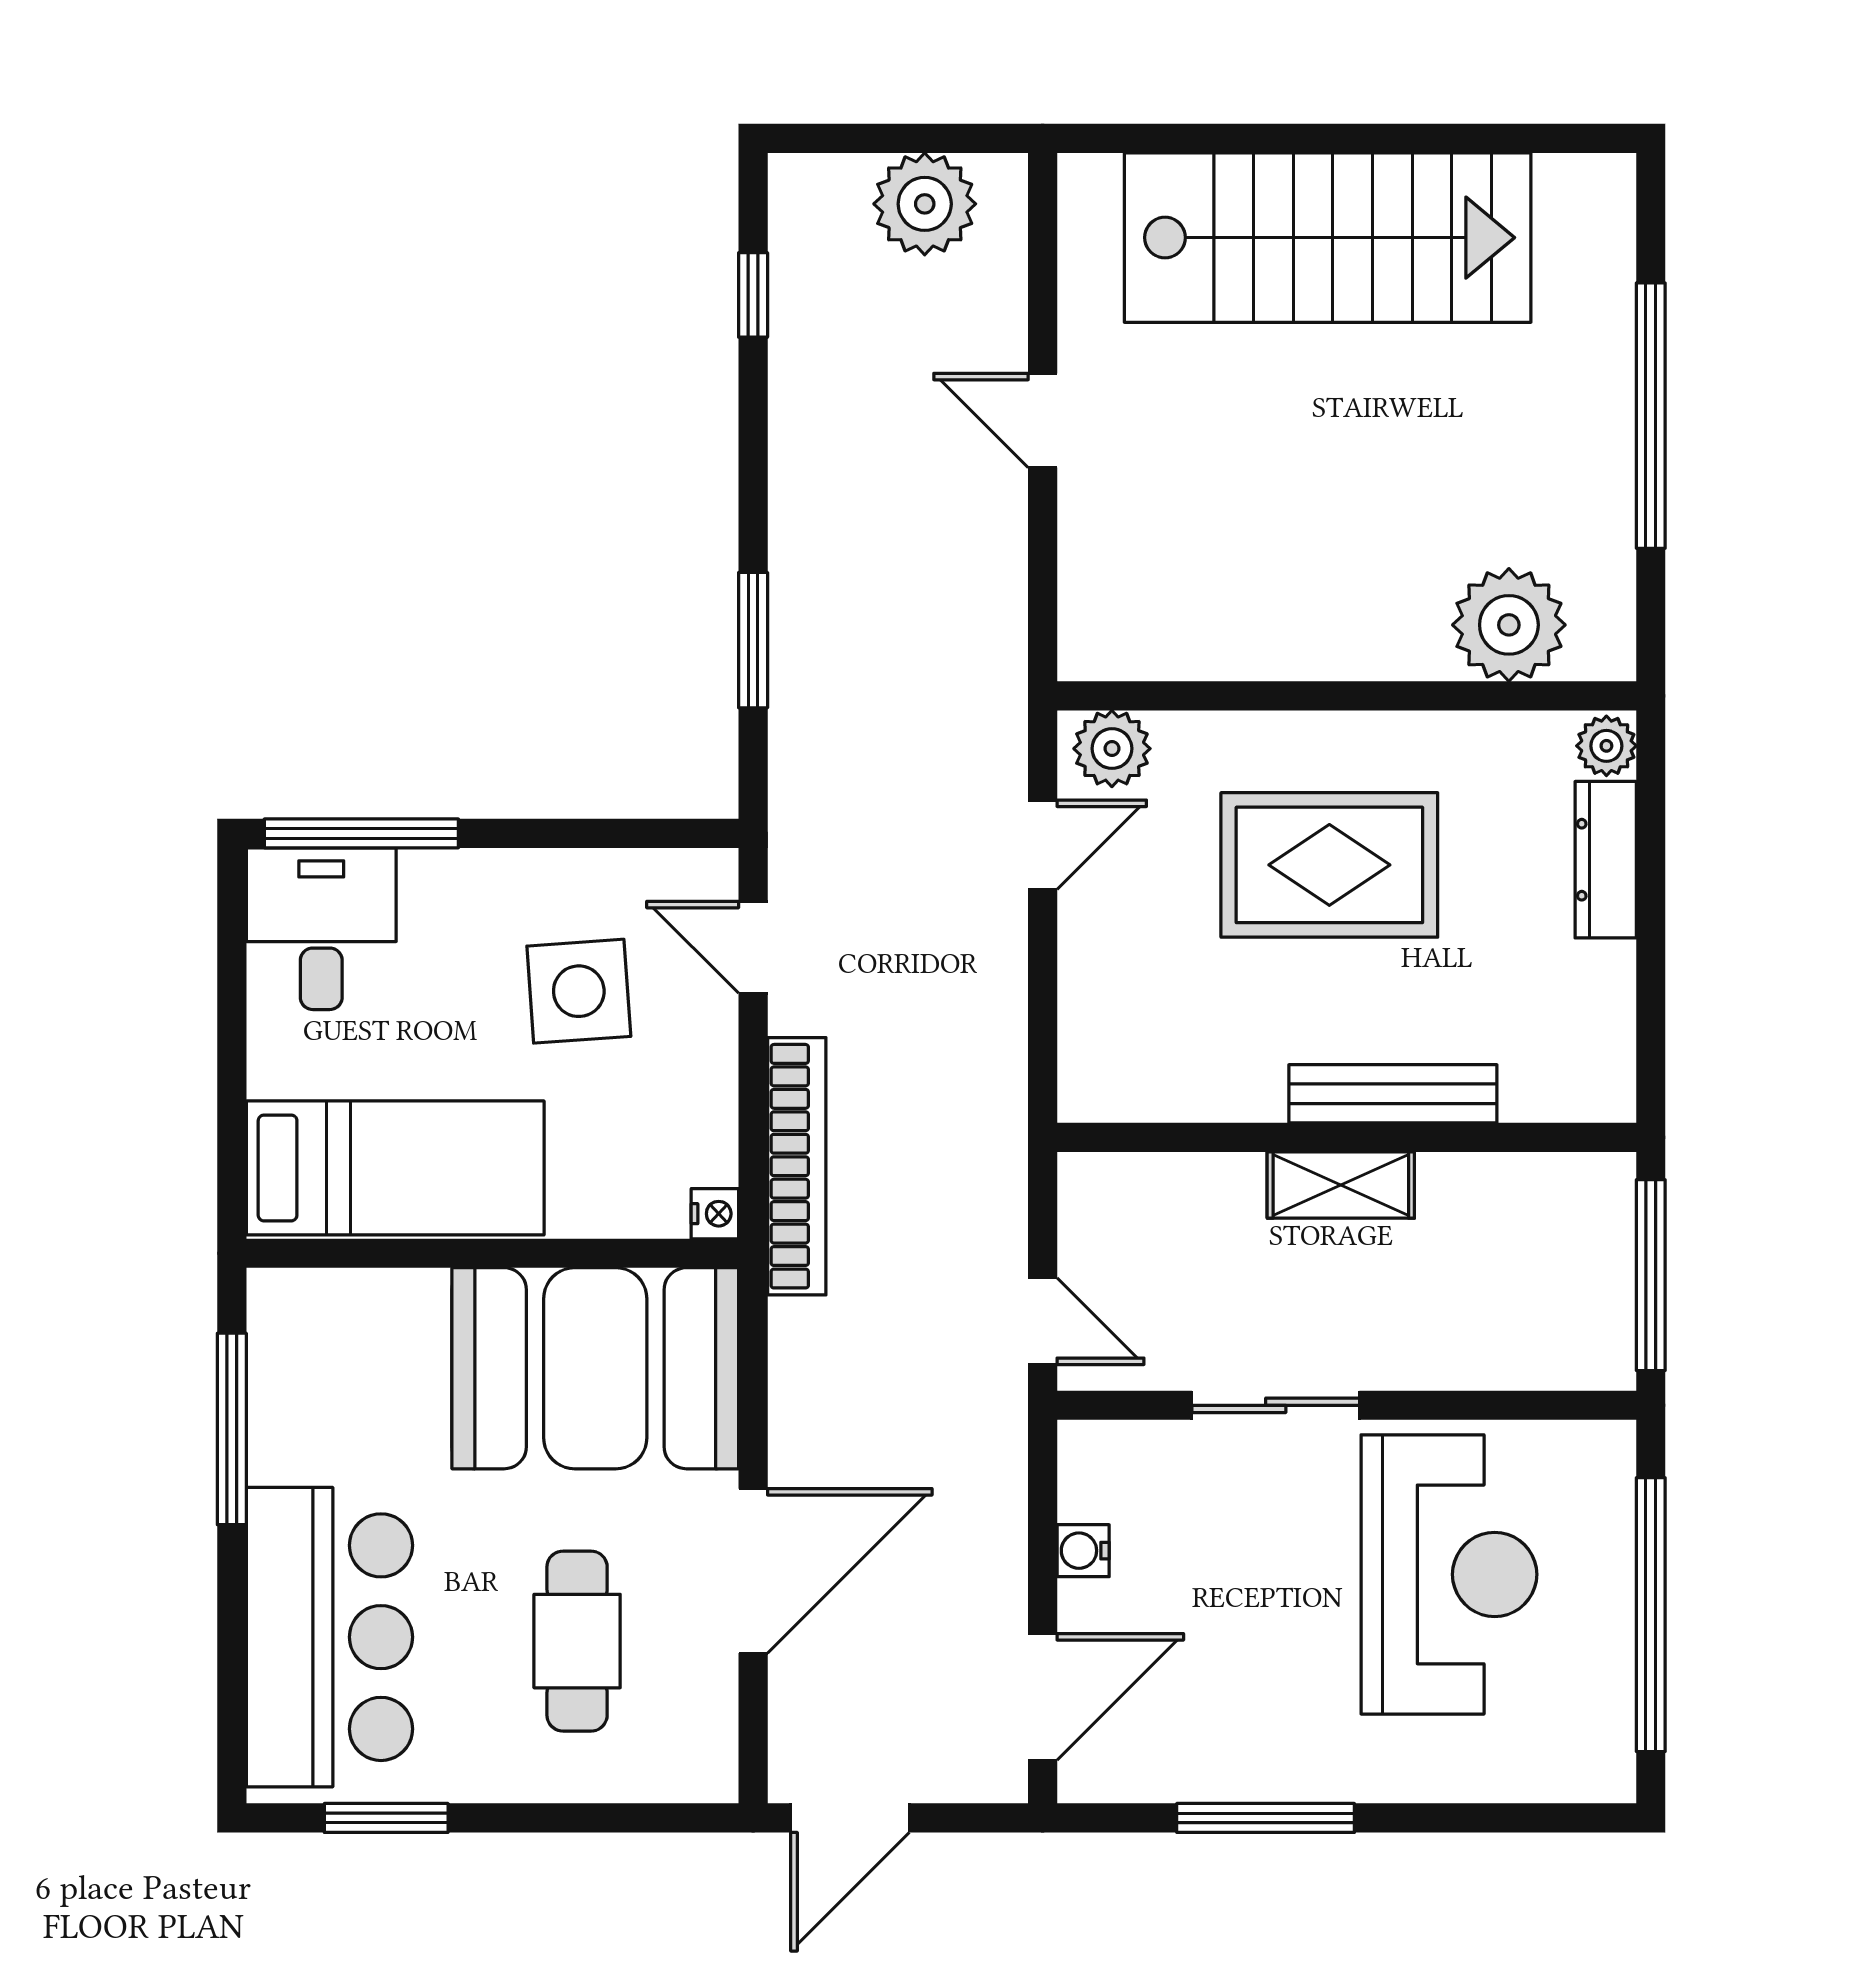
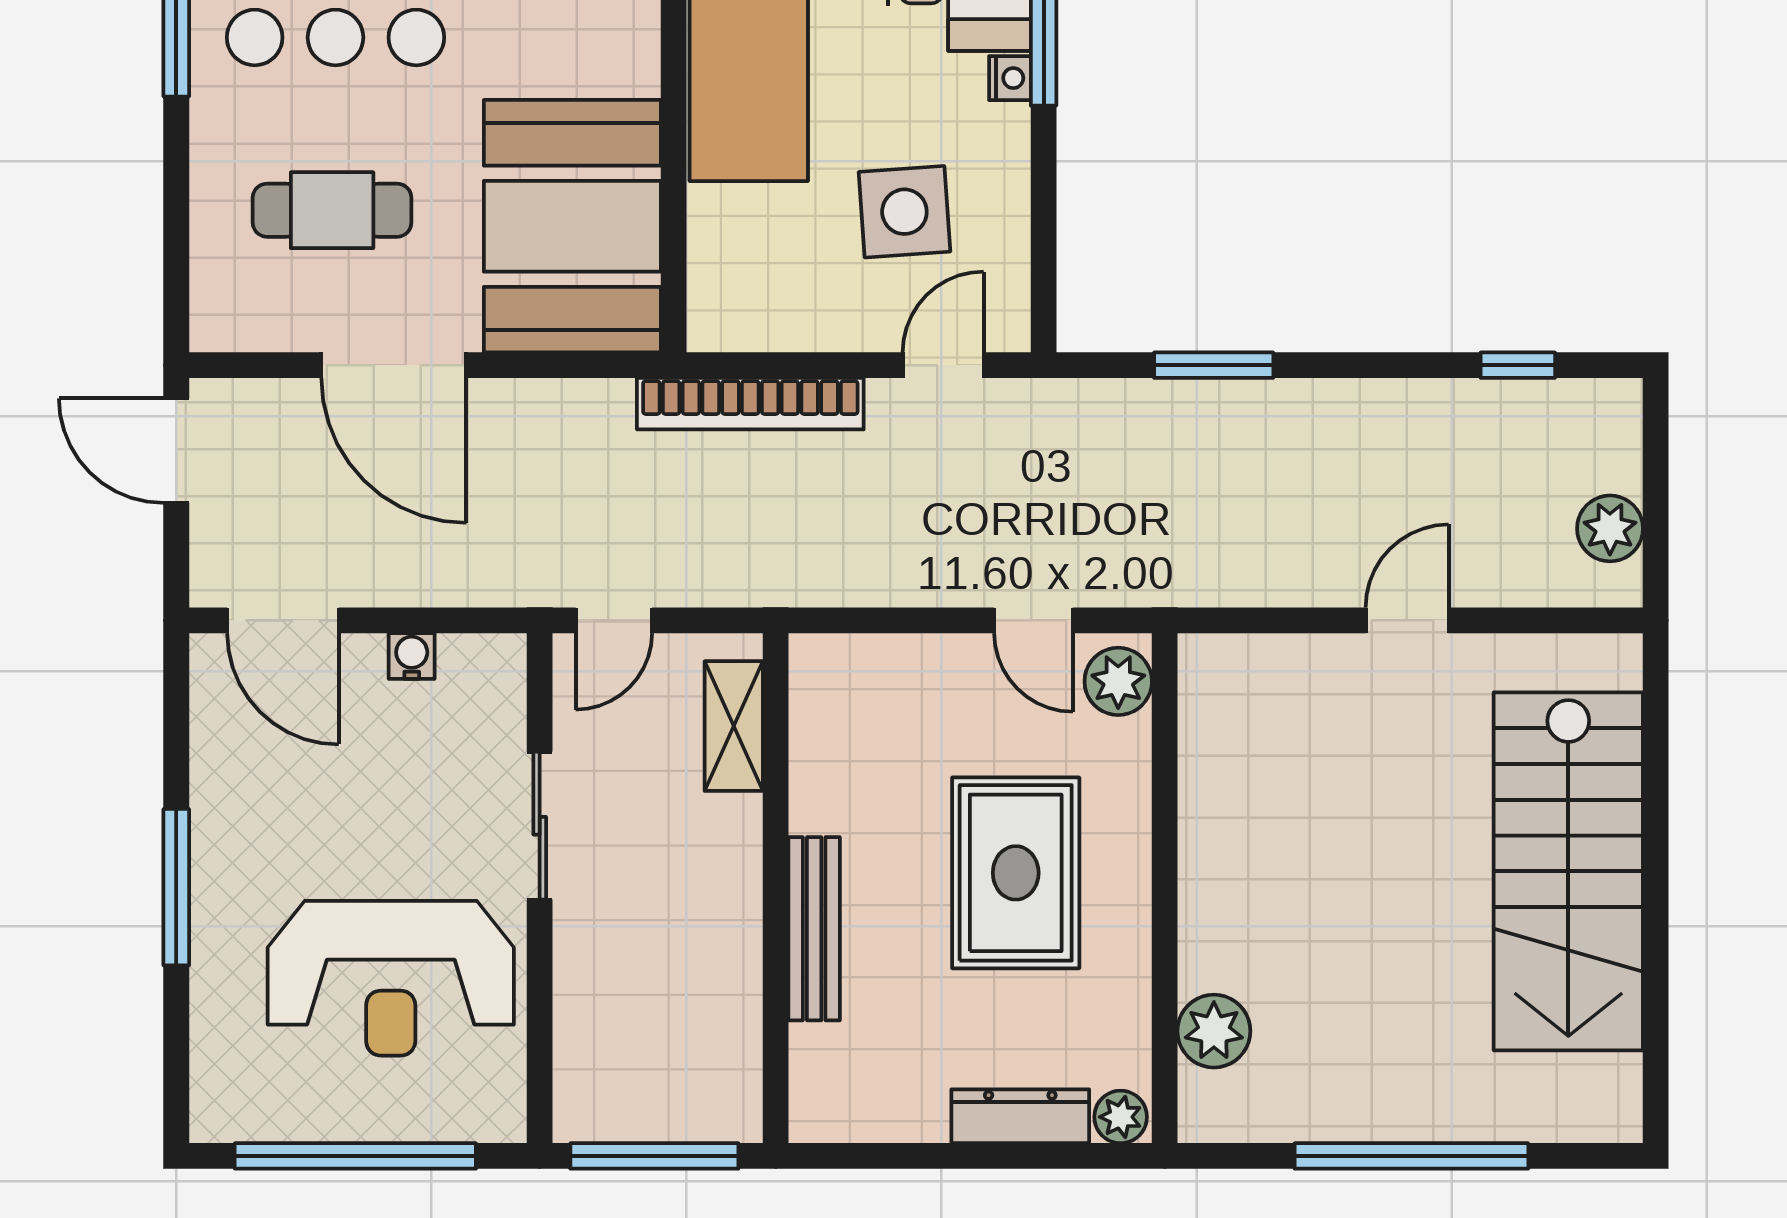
plant: (925, 204) -> (1610, 528), width x0.73, depth x0.73
plant: (1509, 625) -> (1214, 1031), width x0.73, depth x0.73
shelving: (1341, 1185) -> (734, 726), moved
nightstand: (715, 1214) -> (1010, 78), moved, turned -90
window: (1266, 1818) -> (176, 887), moved

